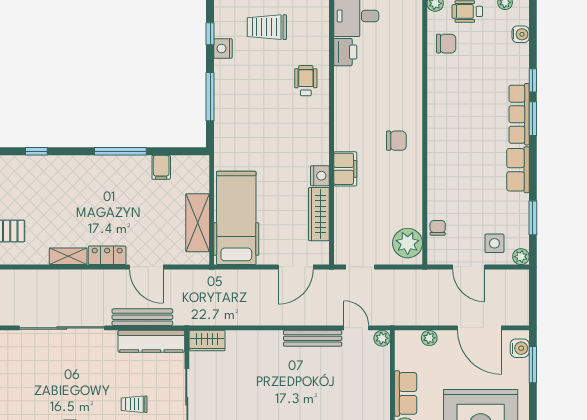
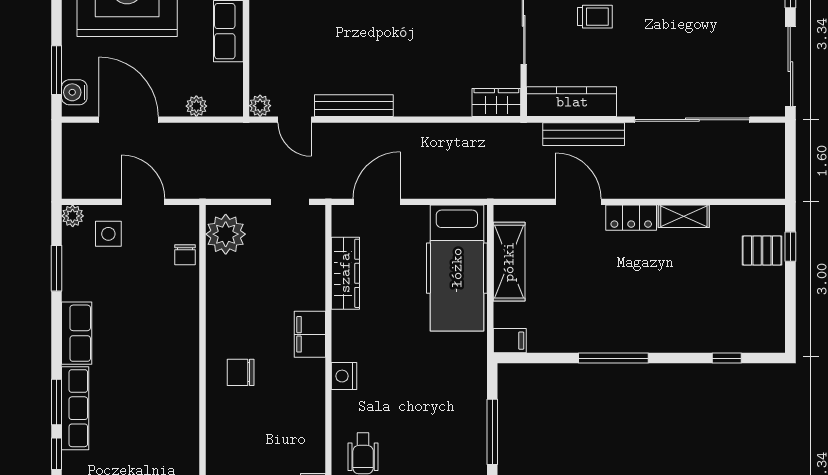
filing cabinet: (161, 167) -> (510, 341), moved, turned 90
nightstand: (320, 176) -> (344, 376), moved

